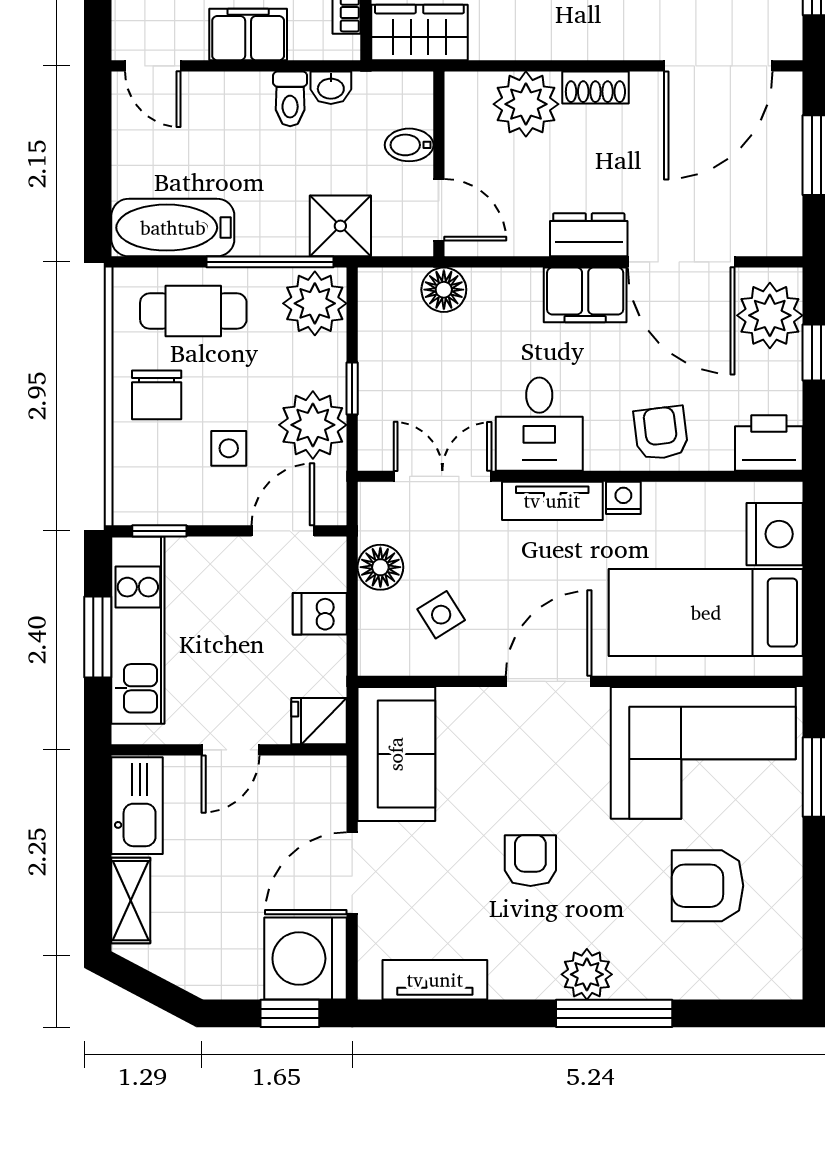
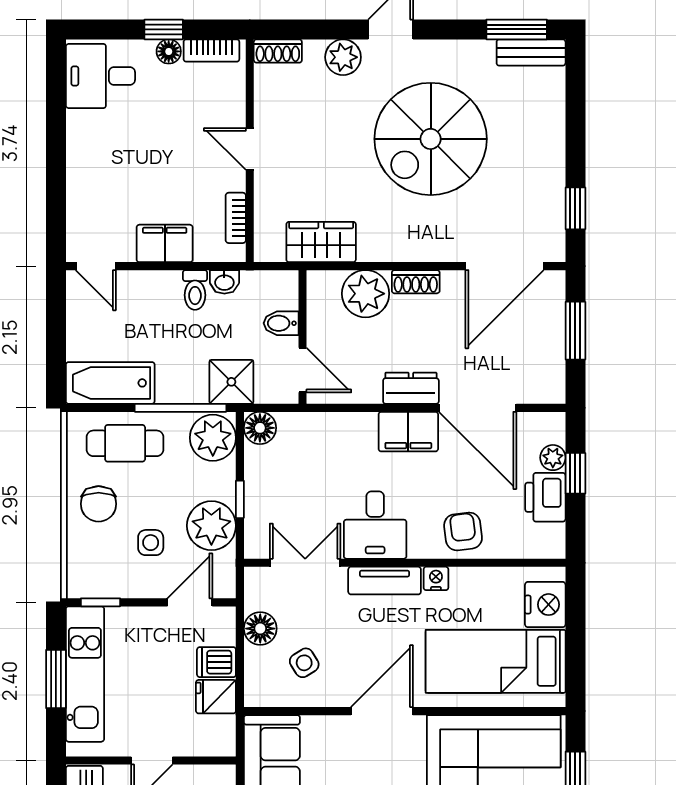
wardrobe: (419, 33) -> (321, 242), moved
floor lamp: (444, 290) -> (260, 428), moved
plant: (770, 315) -> (553, 458), width x0.53, depth x0.53
printer: (769, 443) -> (545, 497), moved, turned -90
fridge: (319, 721) -> (216, 697), moved

